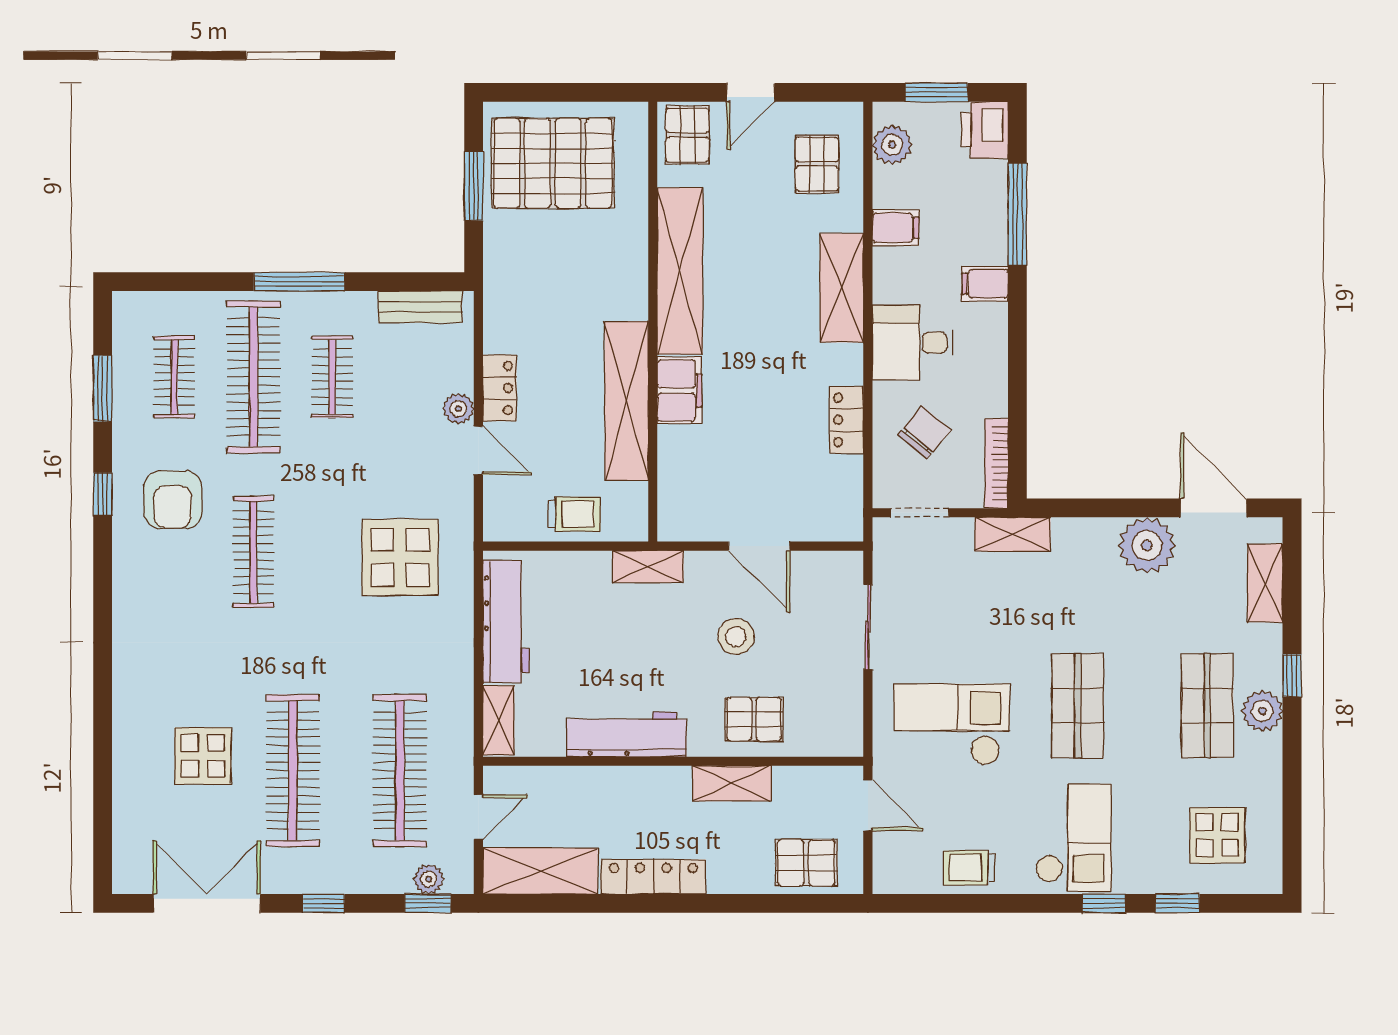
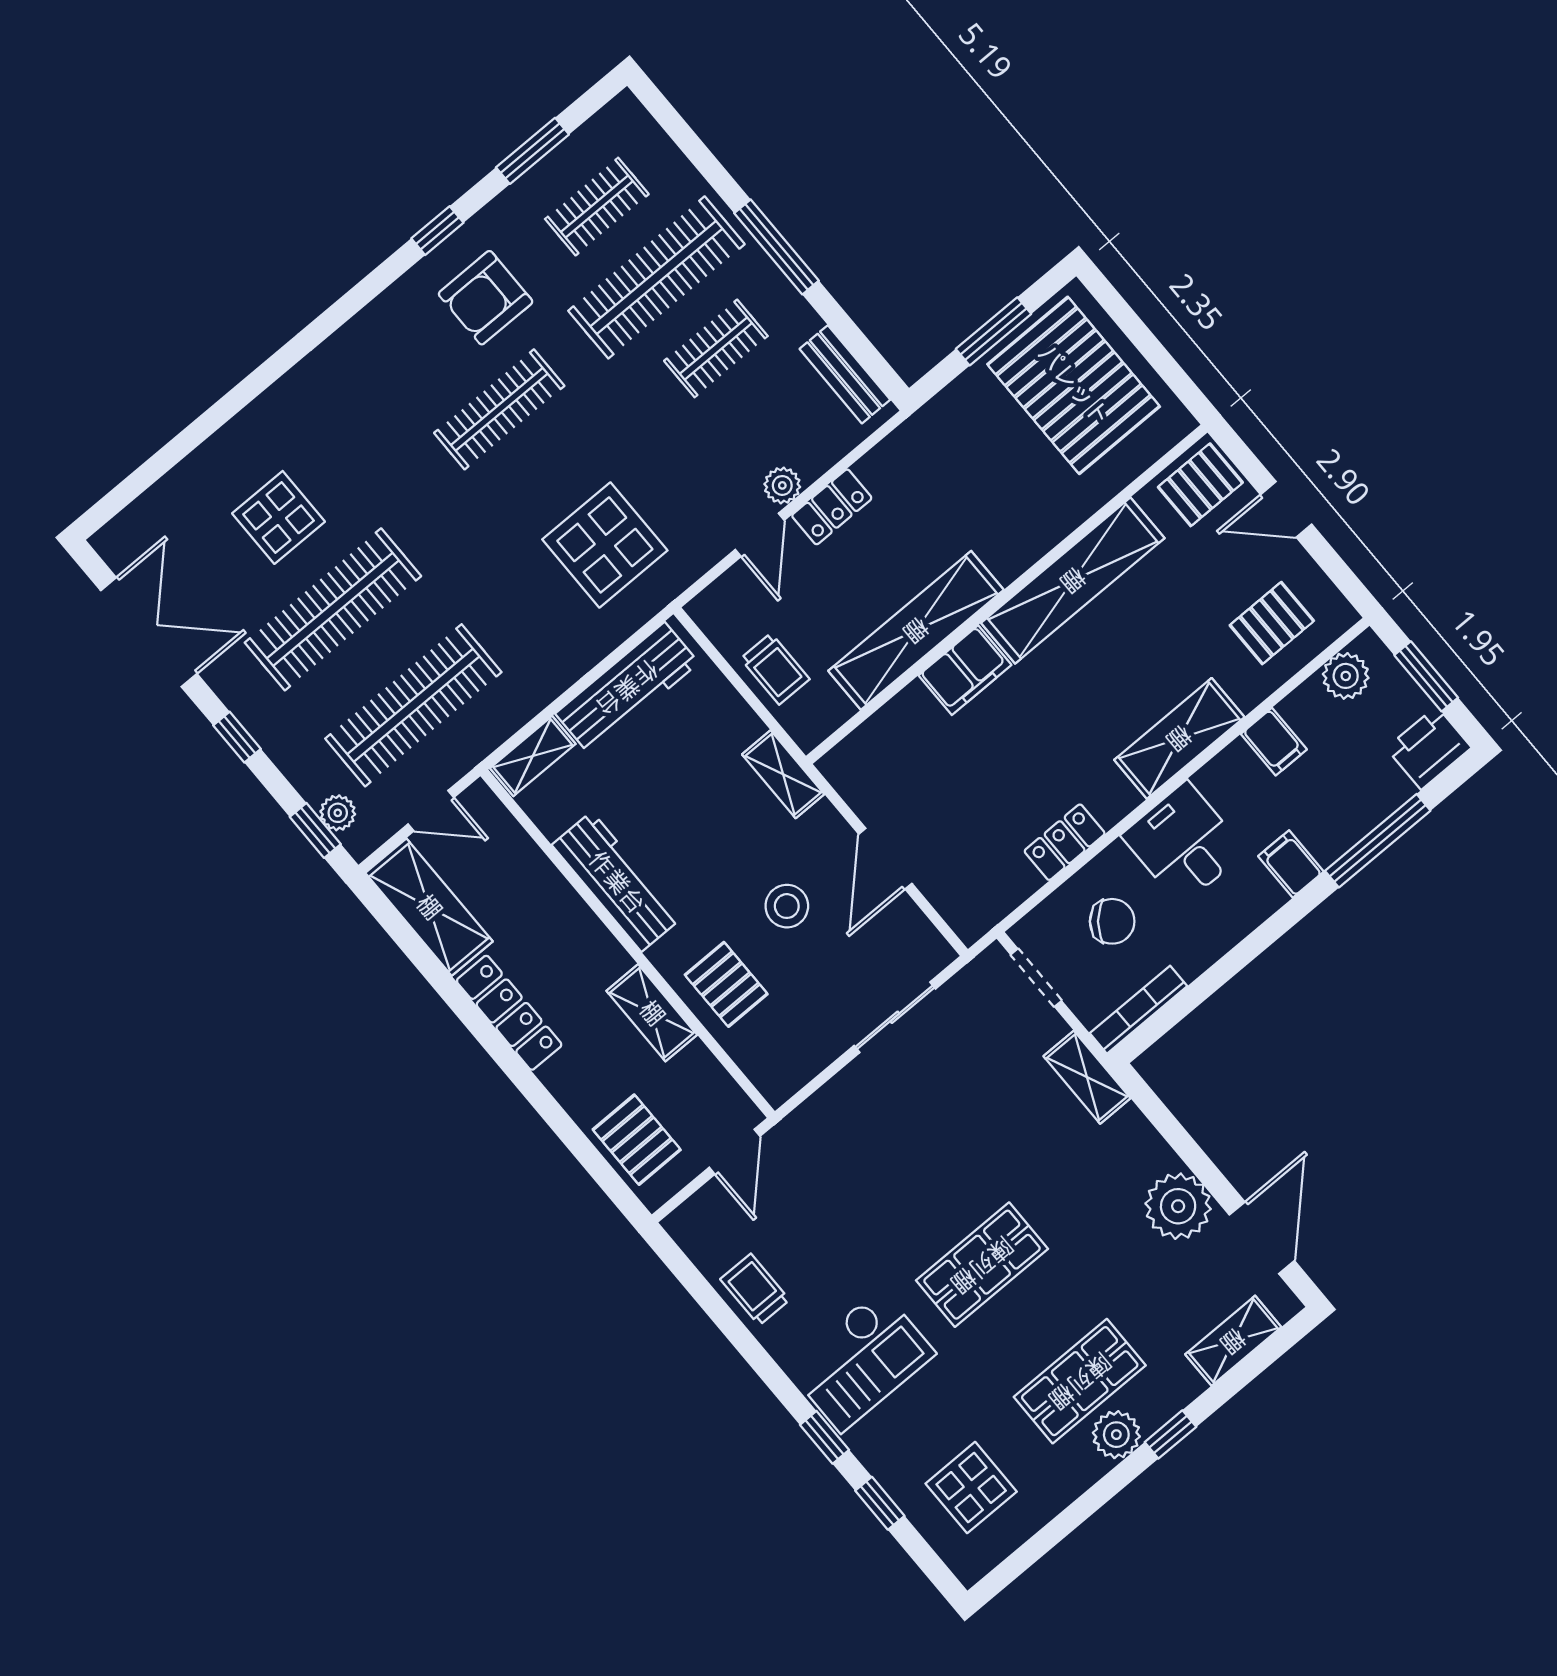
checkout: (952, 724) -> (870, 1166), removed

